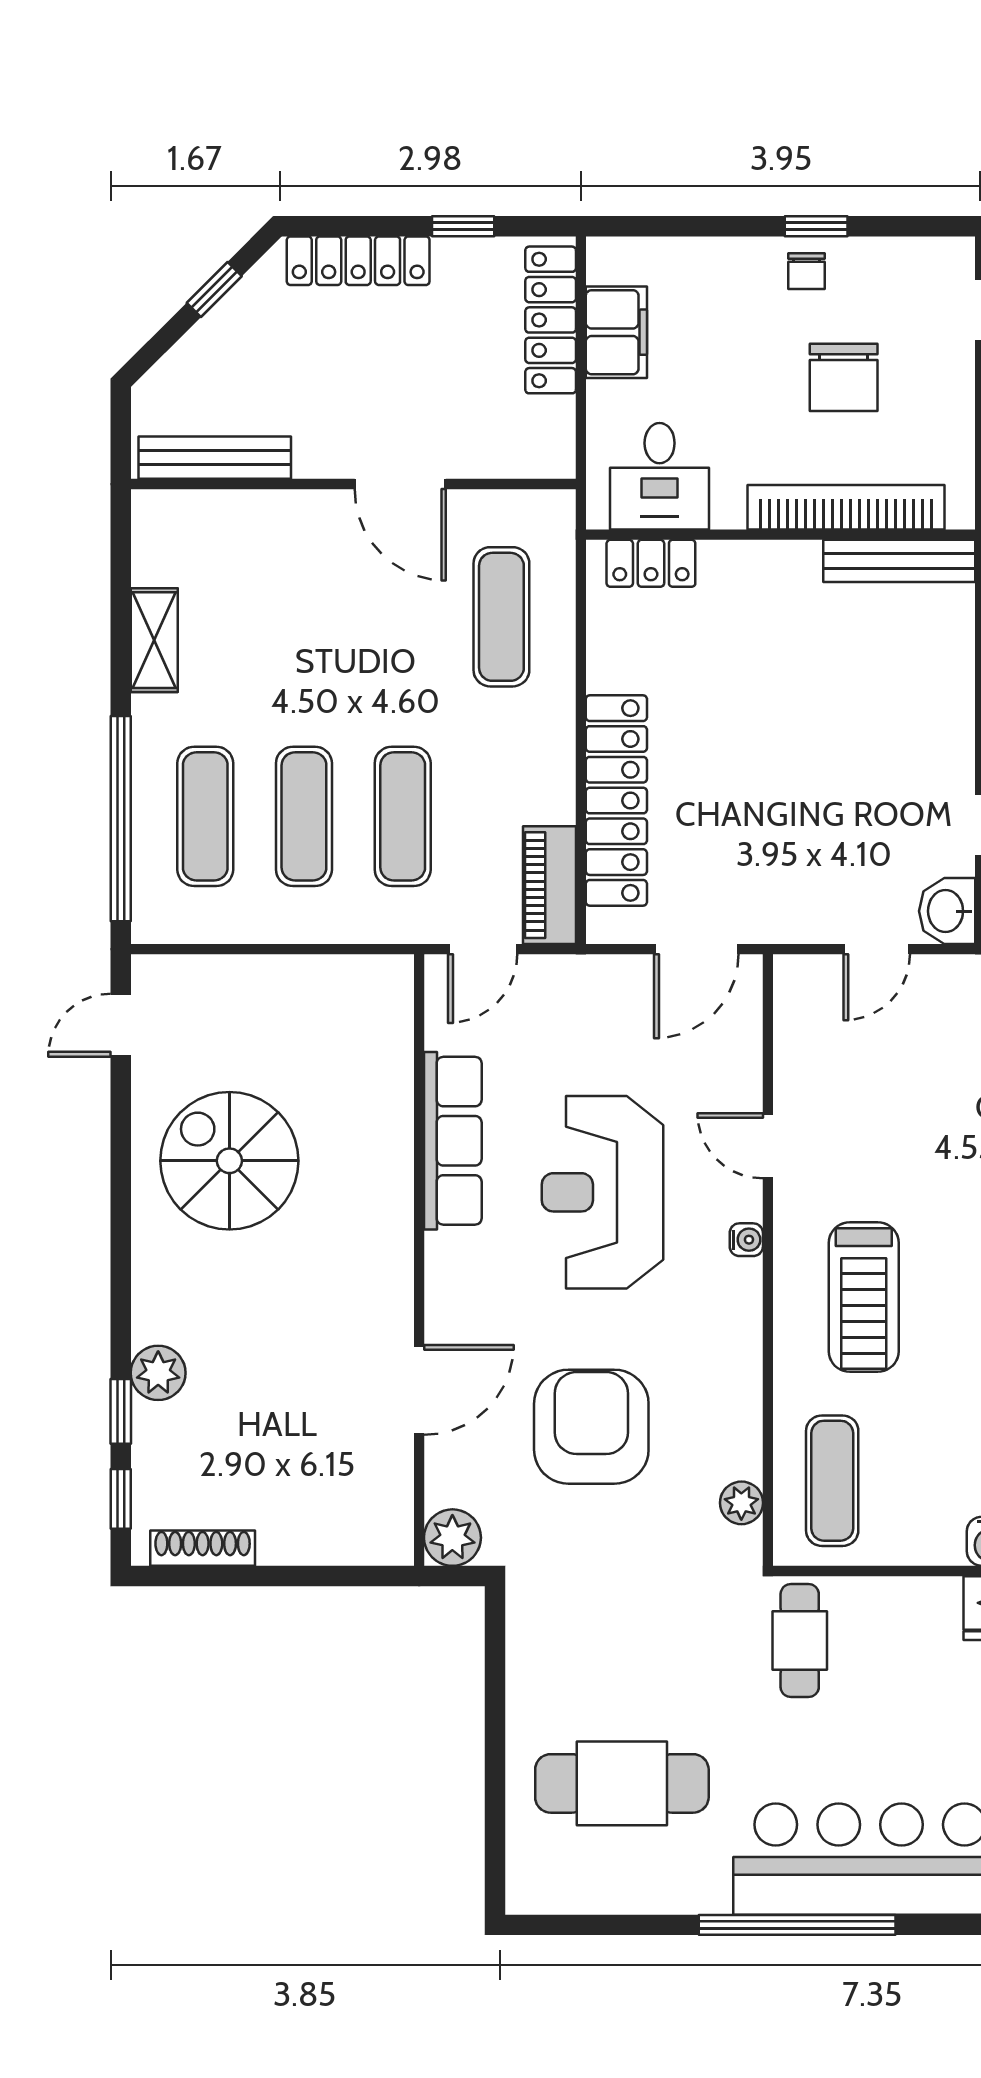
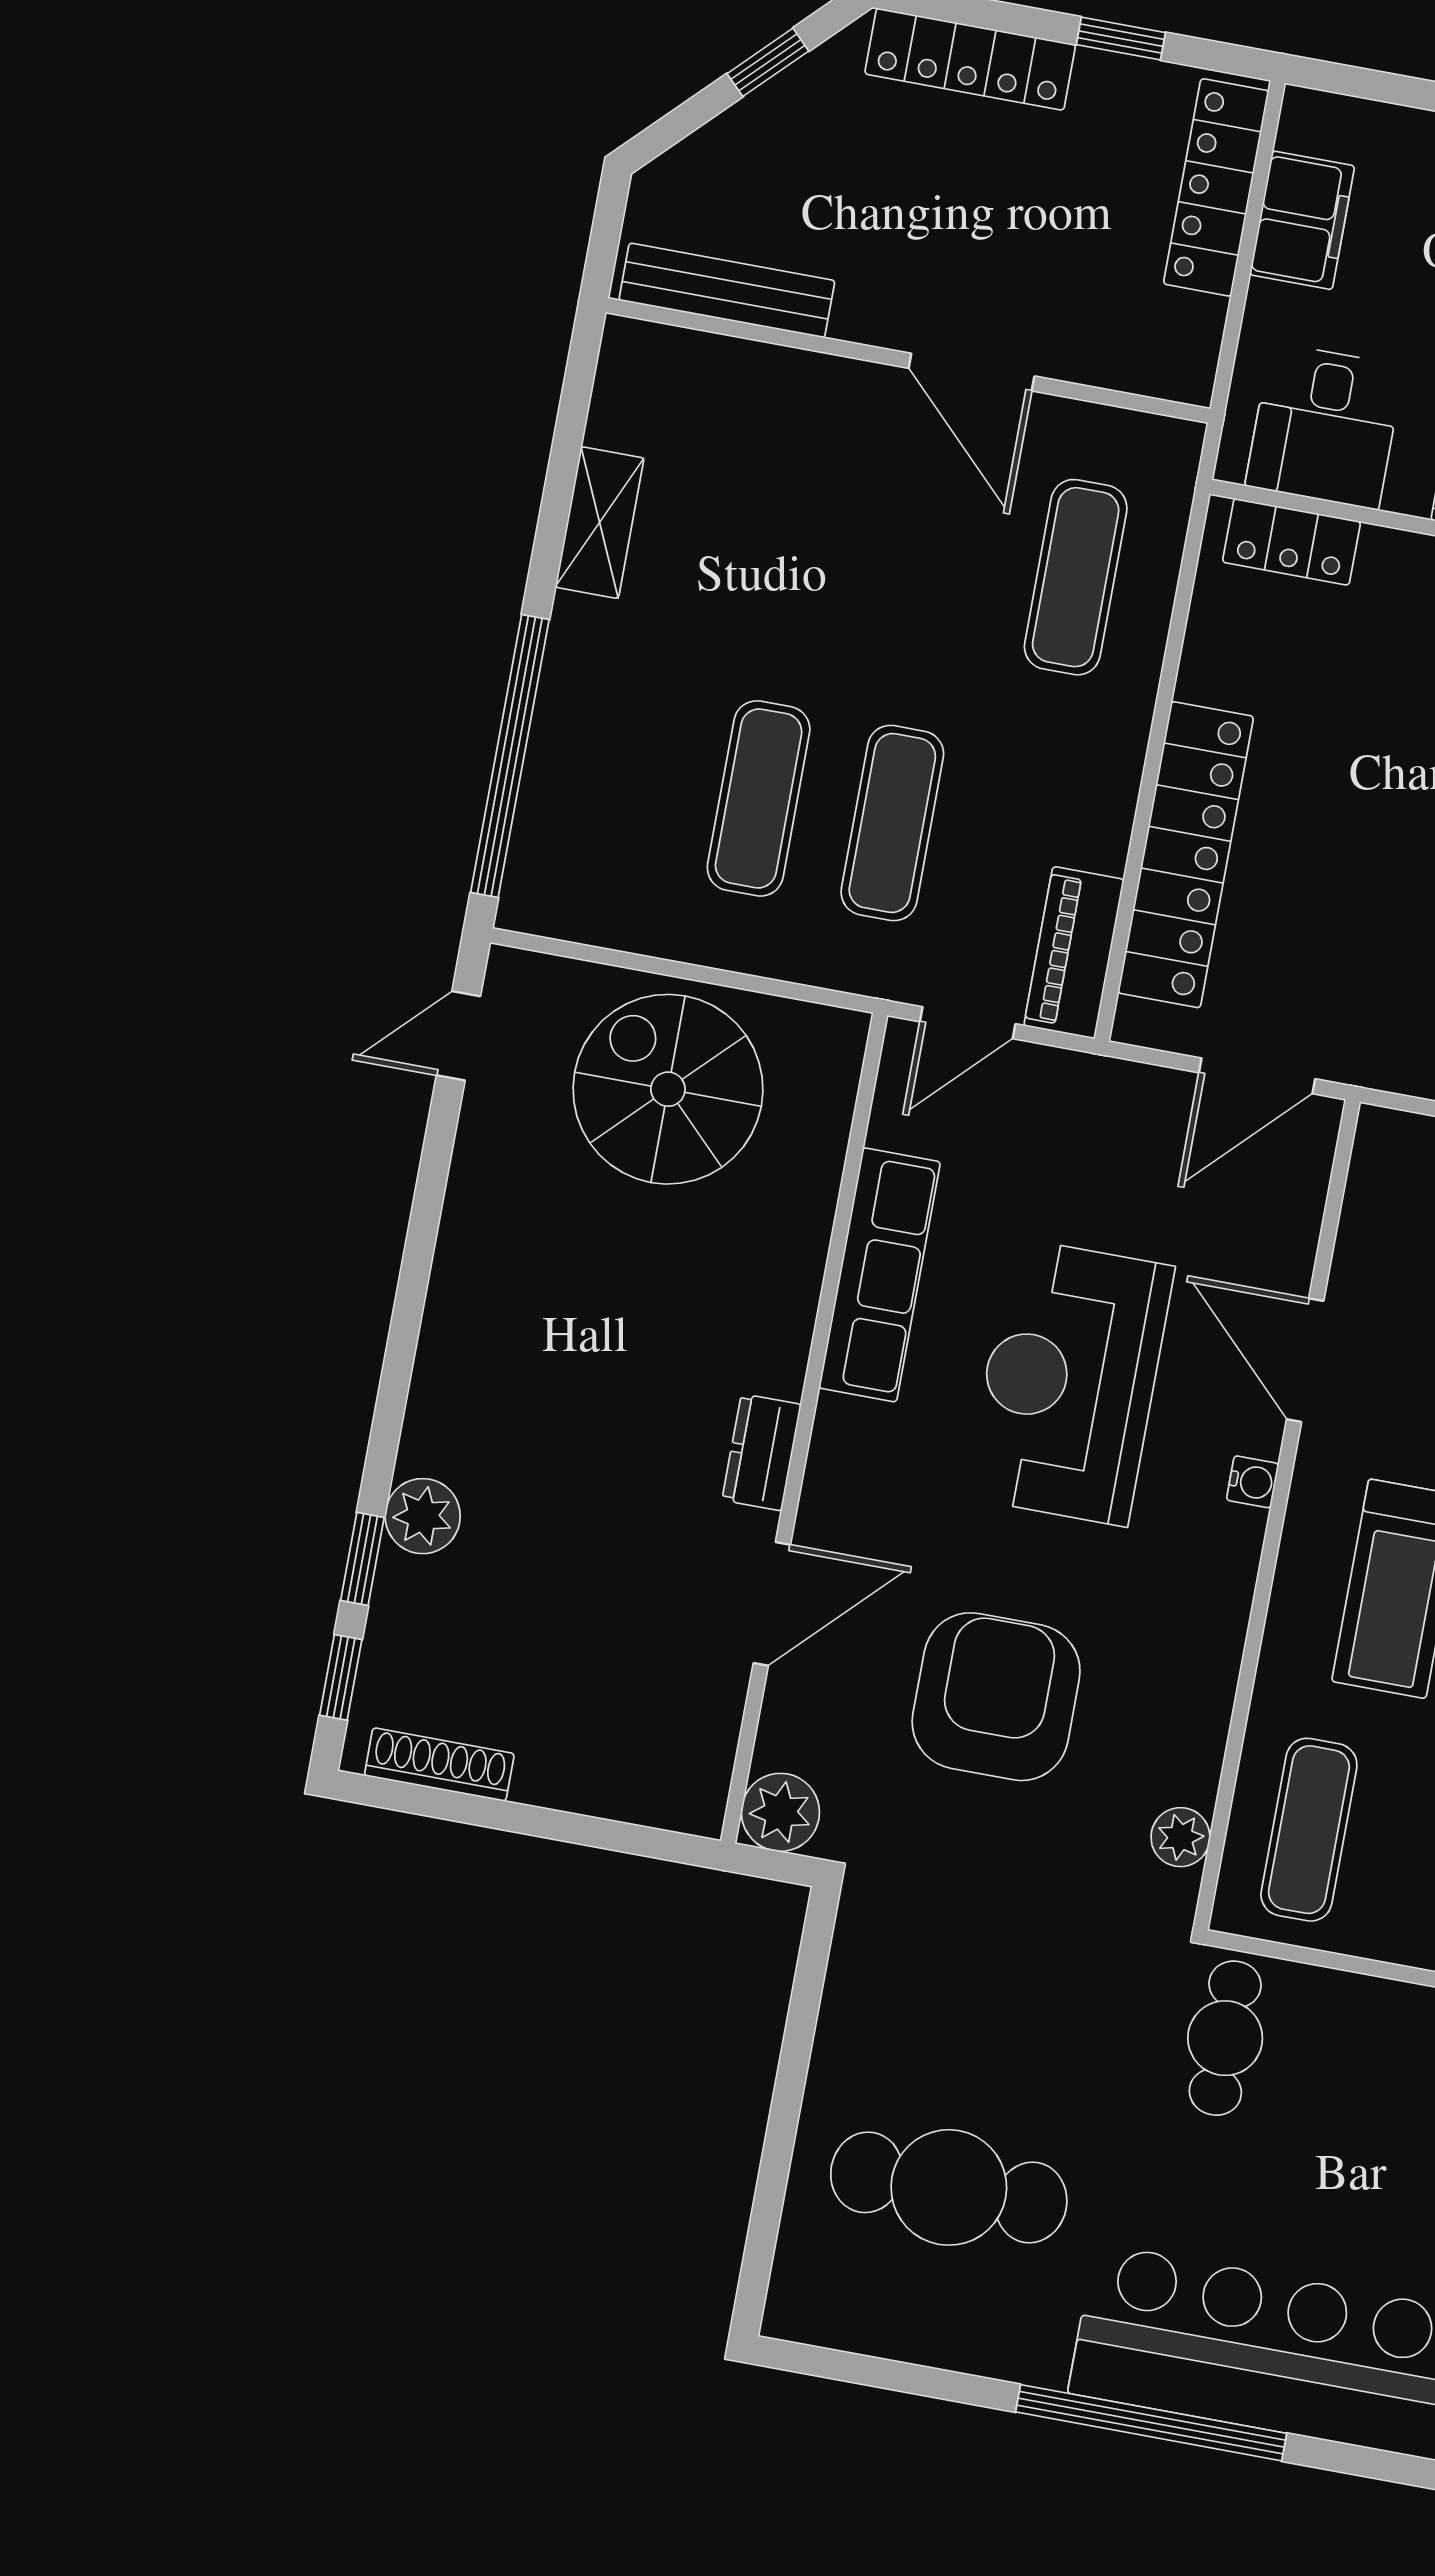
exercise mat: (205, 816) -> (625, 774), removed
door: (768, 1146) -> (1305, 1360), width x1.37
spiral stairs: (229, 1161) -> (668, 1089), moved
dresser: (392, 1283) -> (762, 1452), added

